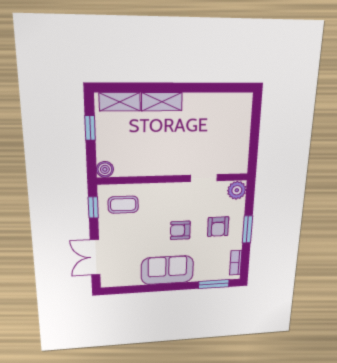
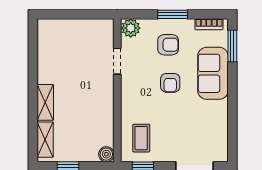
sofa: (167, 270) -> (213, 73), moved

